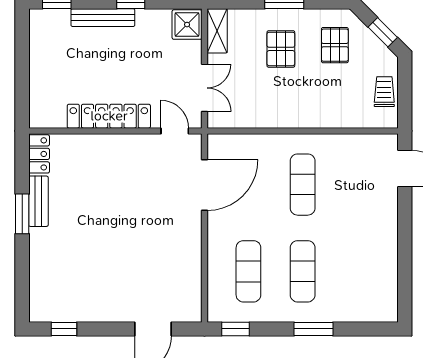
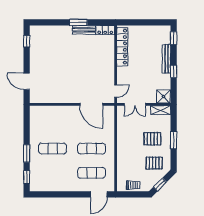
locker: (109, 116) -> (122, 47), moved
exercise mat: (248, 271) -> (92, 173), moved
window: (236, 329) -> (27, 177), moved

